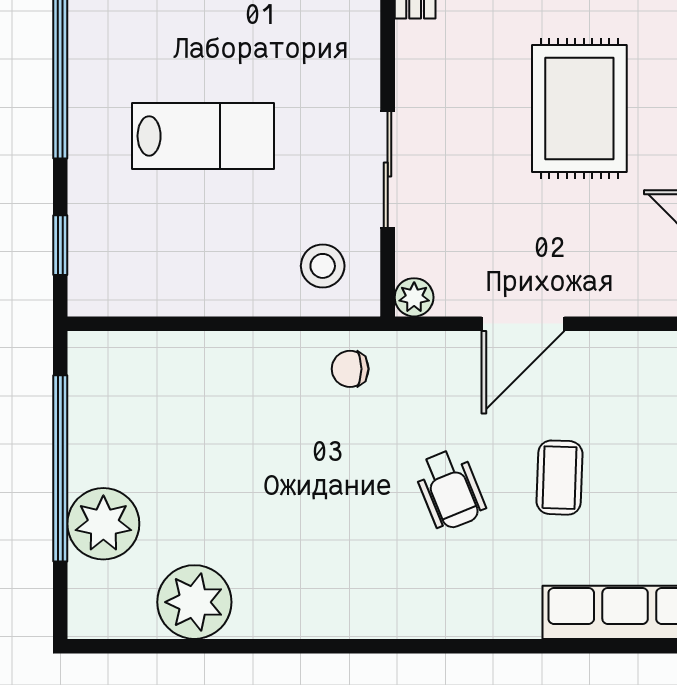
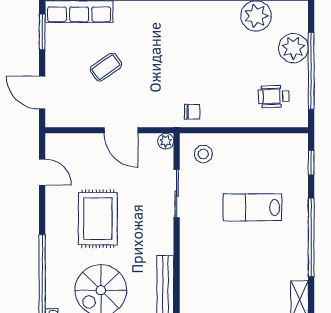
door: (523, 324) -> (121, 130), swing flipped
coffee table: (560, 478) -> (106, 67), turned 53
wheelchair: (450, 490) -> (274, 96), moved, turned -70

